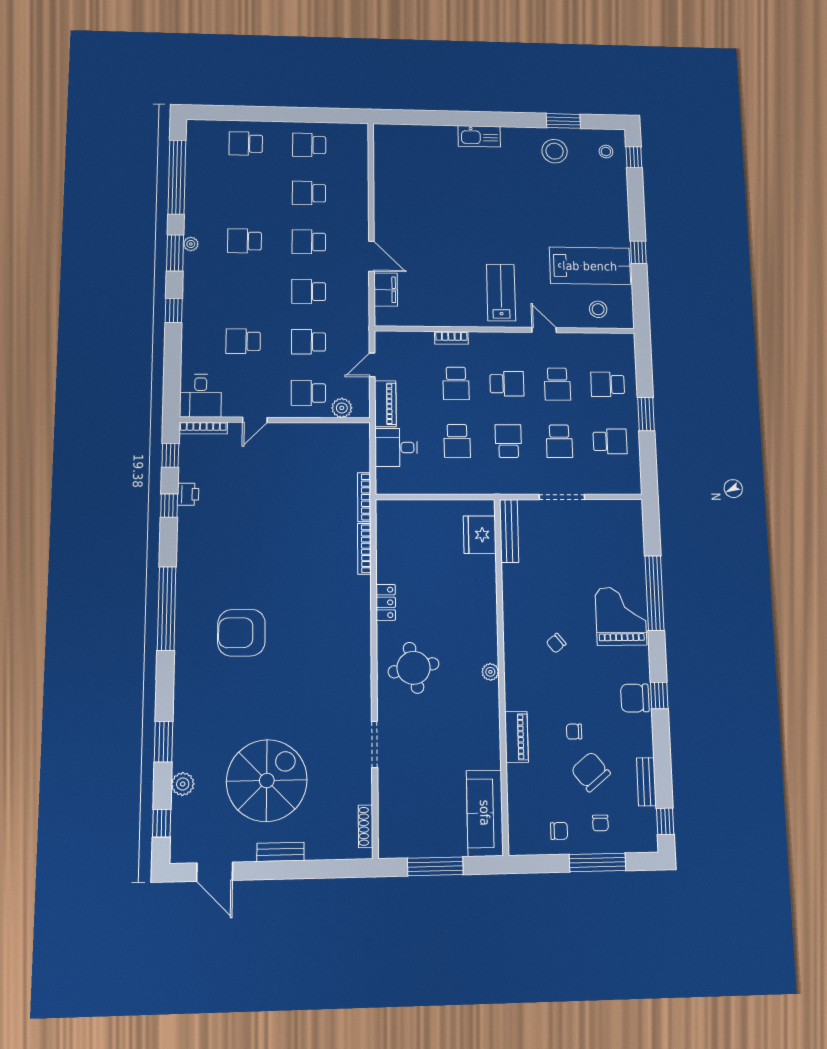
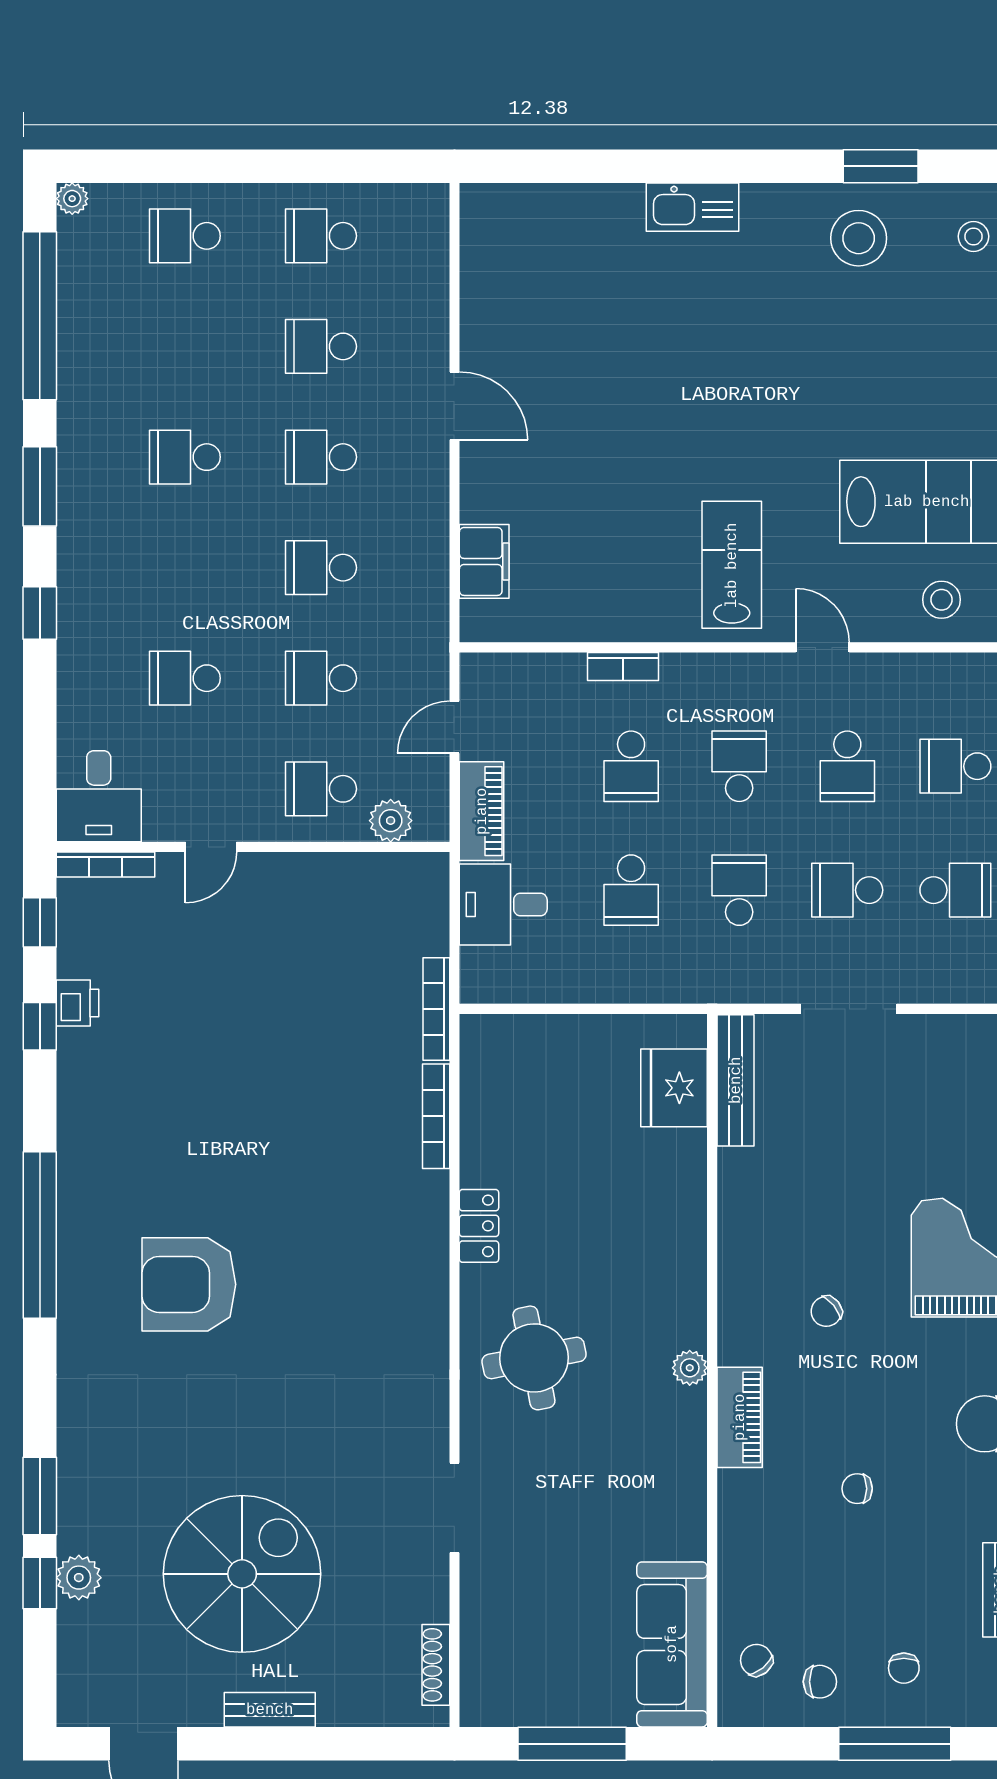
plant: (191, 244) -> (72, 199), moved
door: (371, 256) -> (454, 406), moved
school desk: (507, 384) -> (739, 766), turned -90
school desk: (559, 441) -> (847, 890), turned 90
piano: (516, 737) -> (740, 1417), moved
chair: (591, 772) -> (756, 1660), moved, width x0.54, depth x0.54
window: (162, 823) -> (40, 1583), moved

